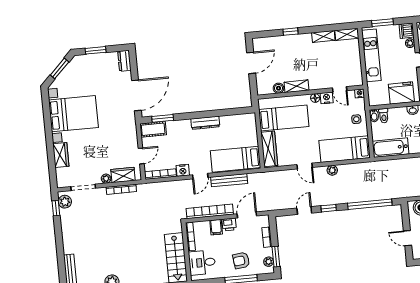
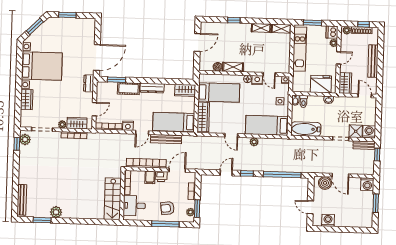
dresser: (124, 61) -> (89, 83), moved
wardrobe: (244, 121) -> (185, 90), added
cot: (153, 129) -> (129, 89), moved

